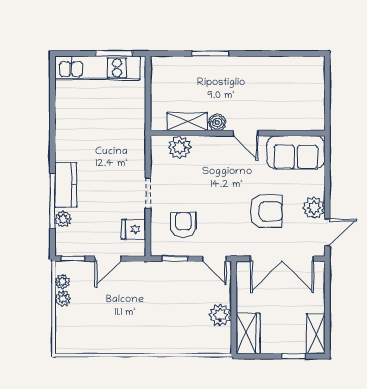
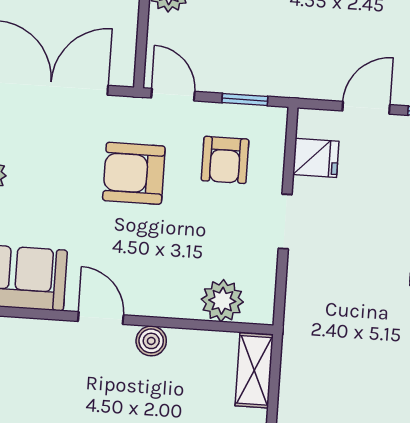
shelving: (187, 122) -> (254, 370), moved, turned 90
armchair: (266, 211) -> (134, 173), moved

